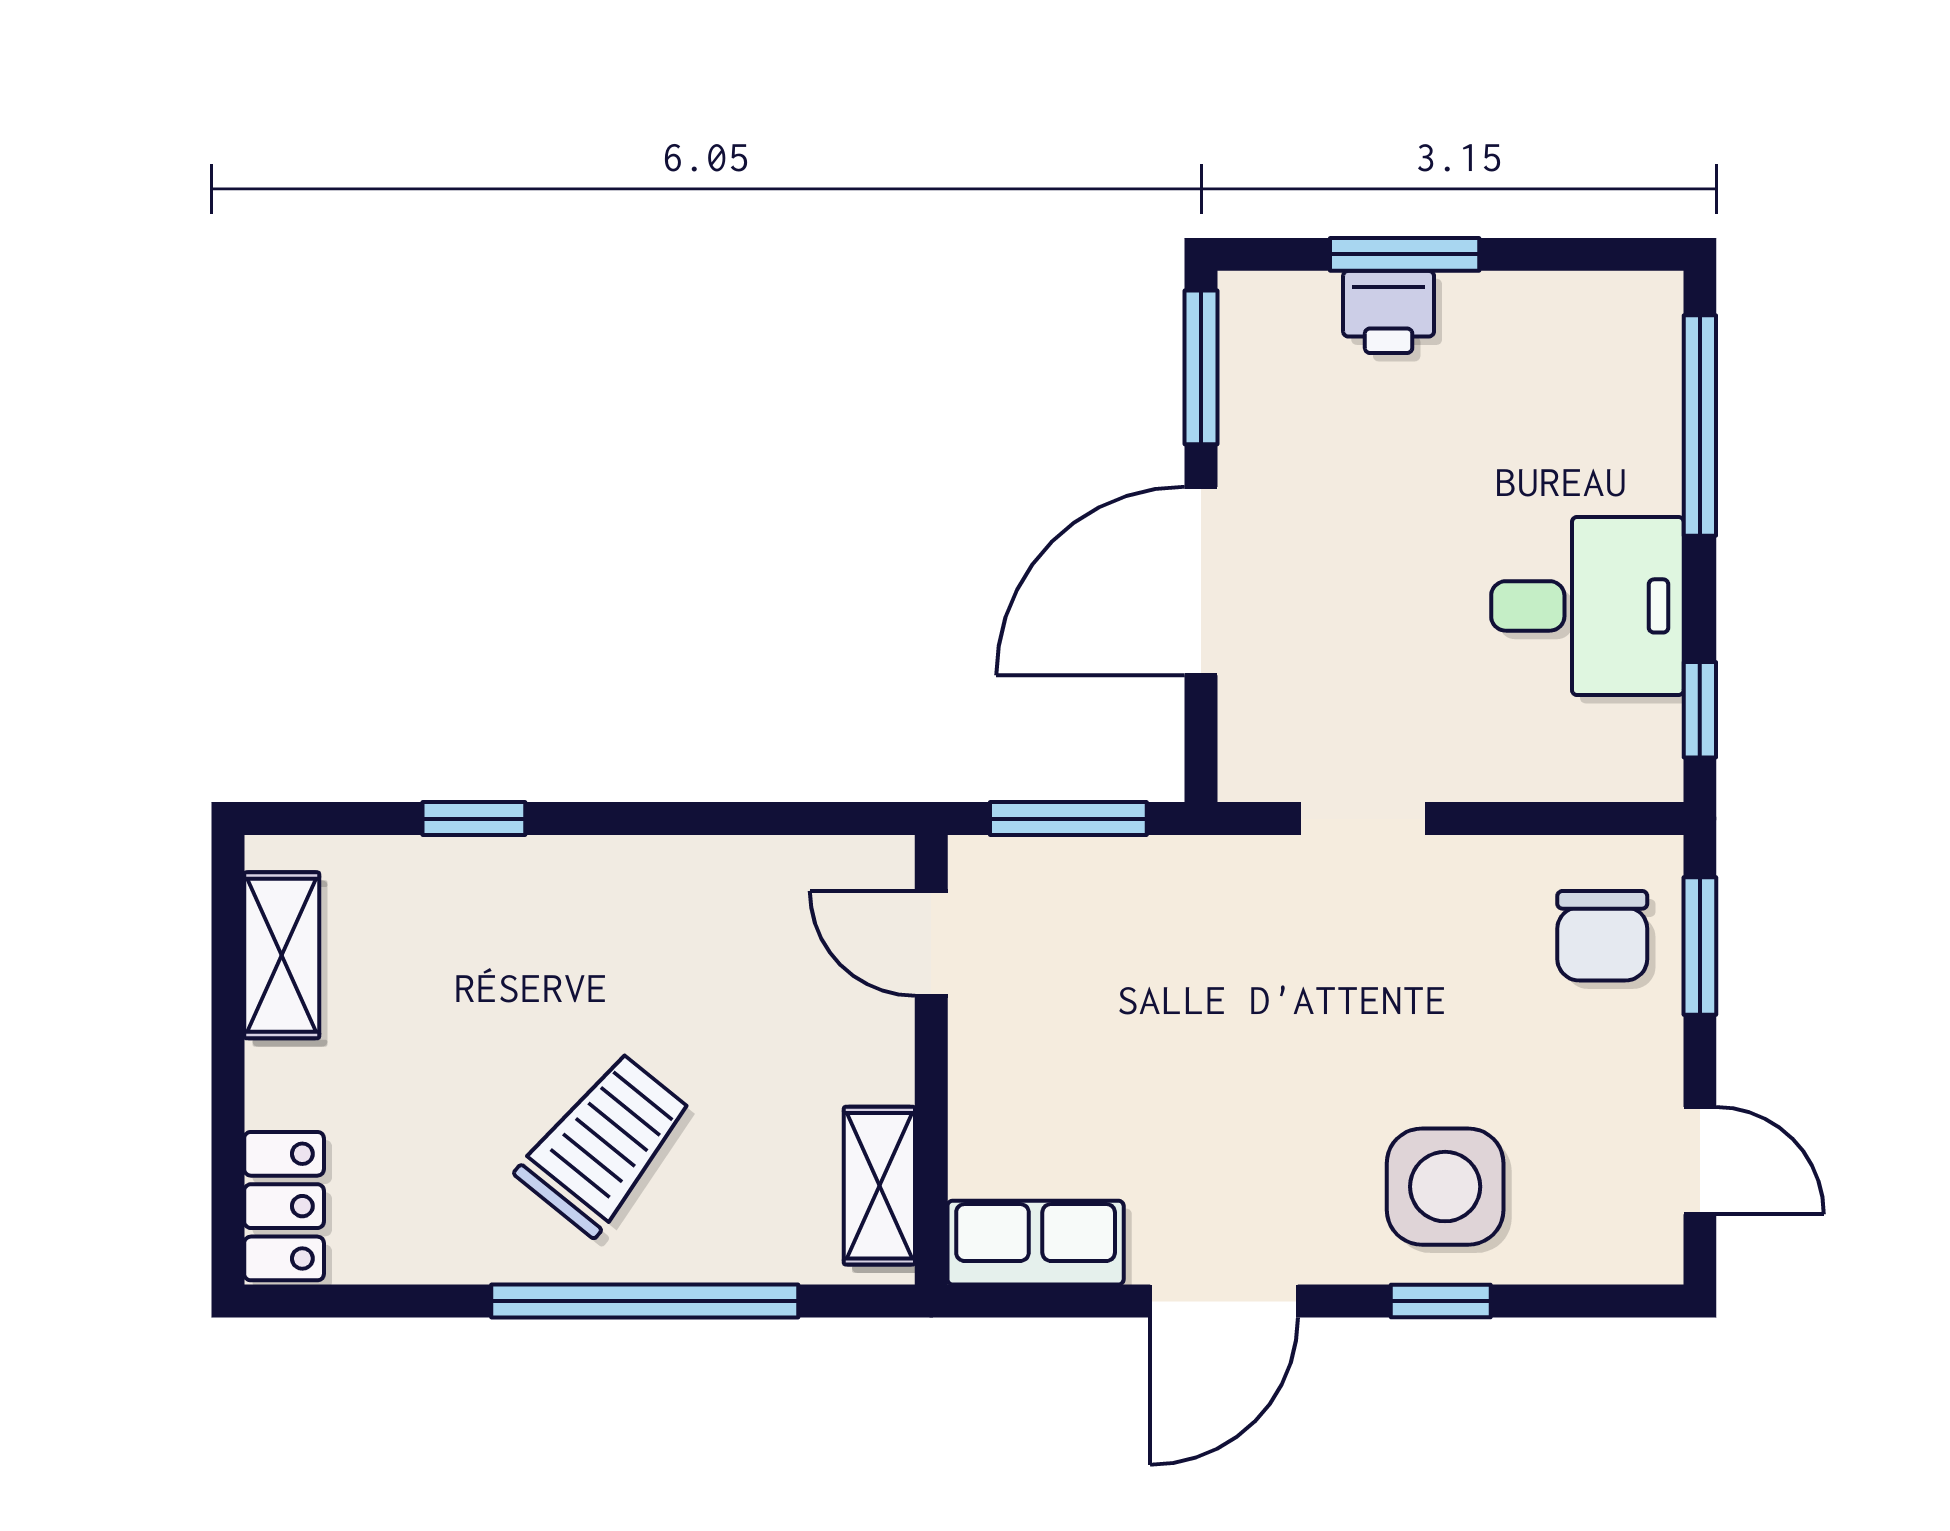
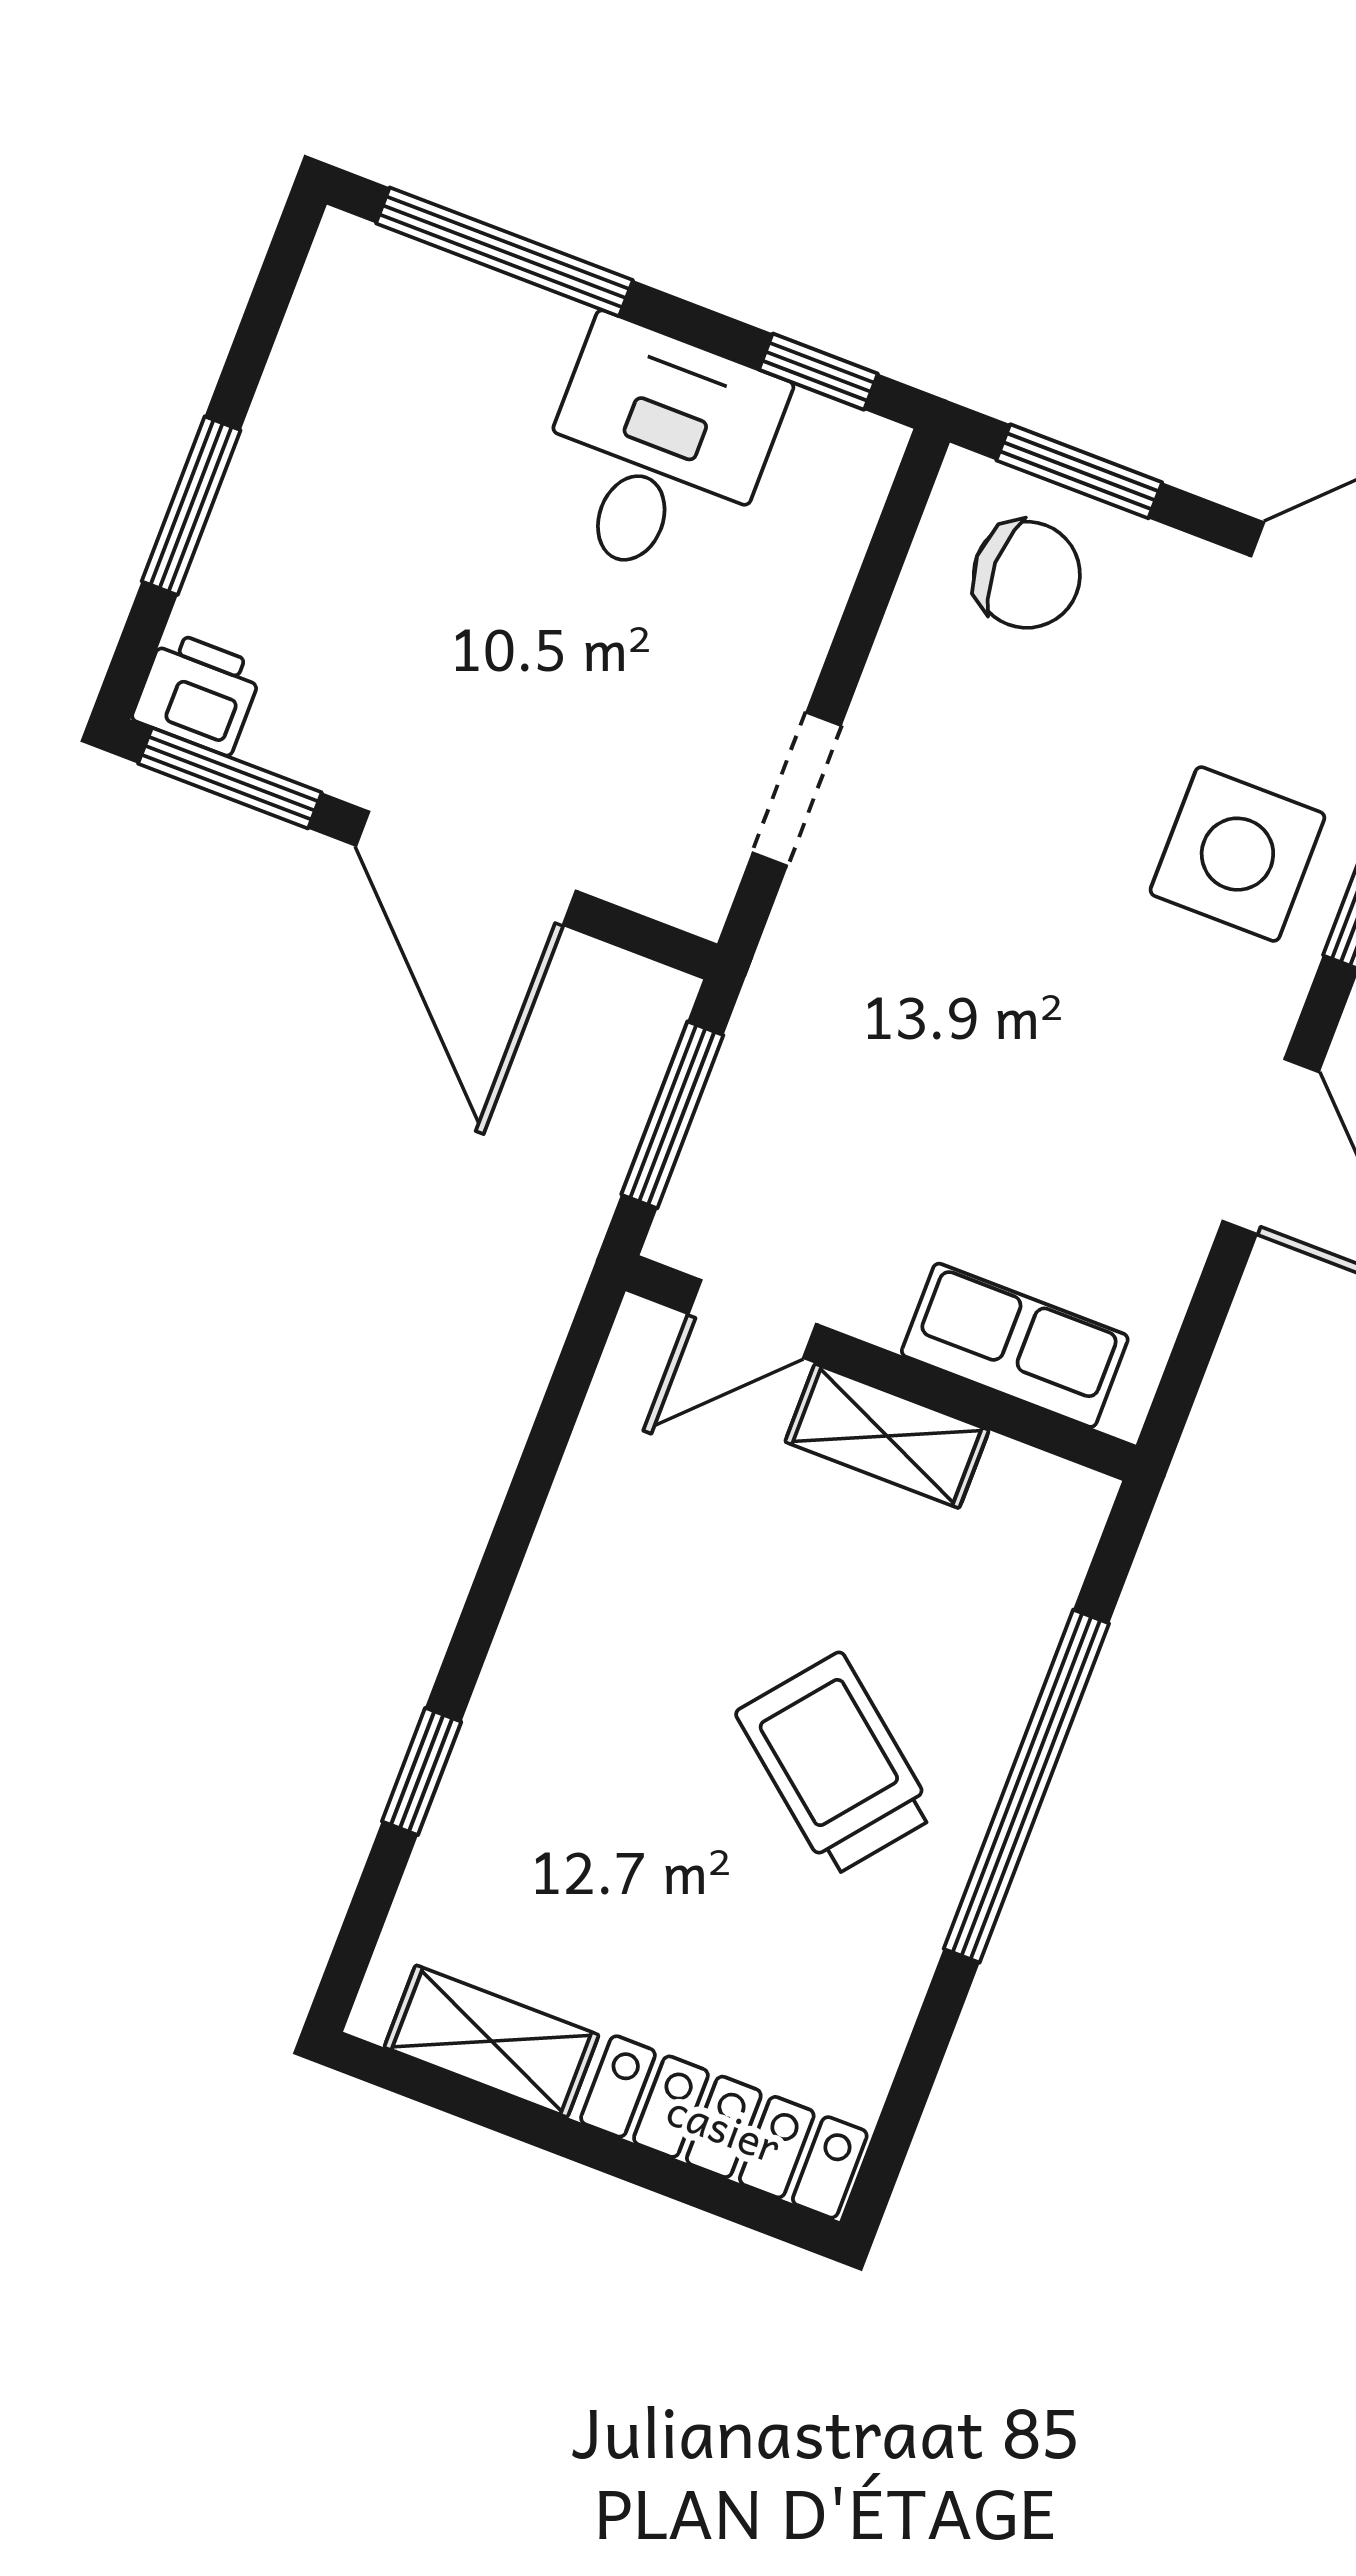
printer: (1389, 312) -> (198, 693), moved, turned -90
shelving: (879, 1186) -> (887, 1436), moved
locker: (284, 1206) -> (724, 2127), width x1.53
row of seats: (1036, 1243) -> (1015, 1345), moved, turned 90

